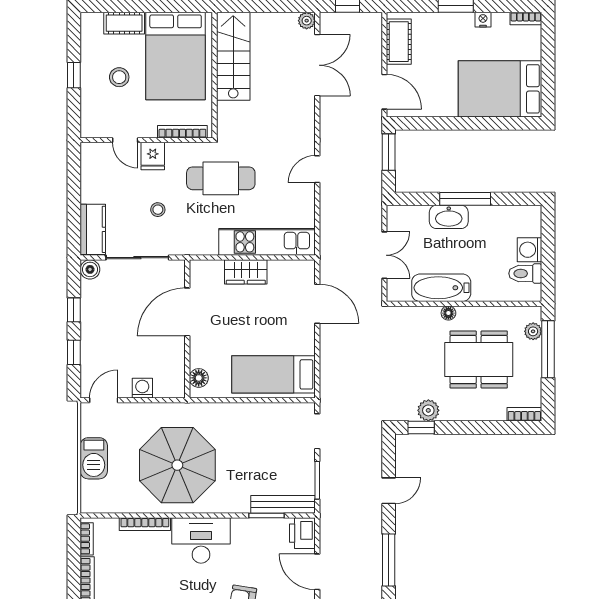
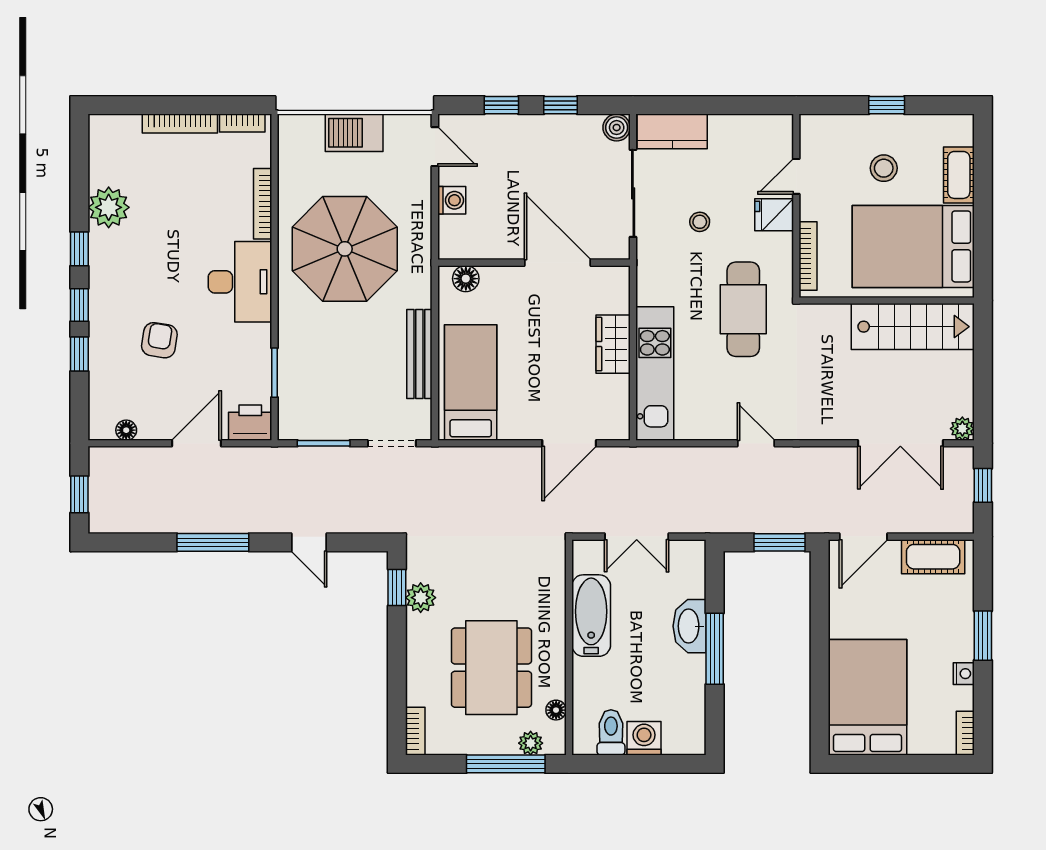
floor lamp: (448, 313) -> (556, 710), moved
bench: (283, 504) -> (419, 354), moved

